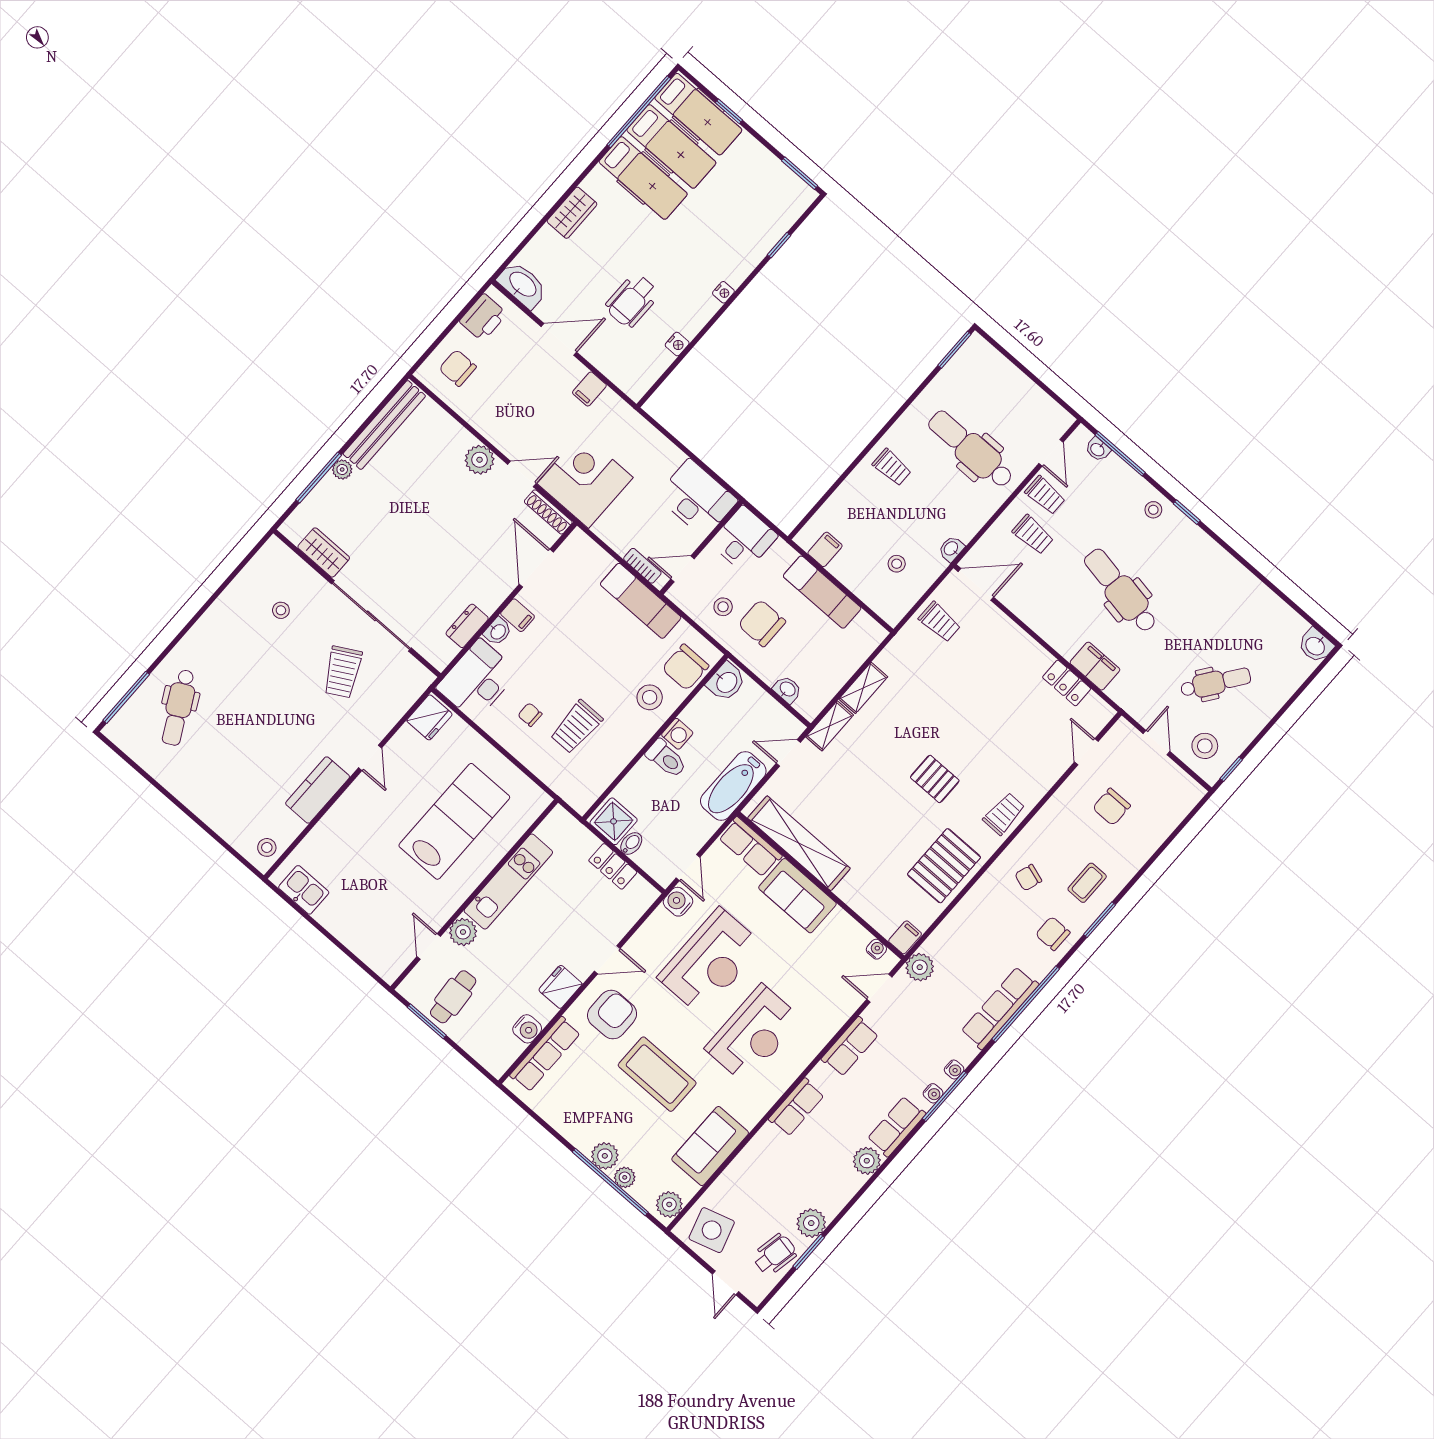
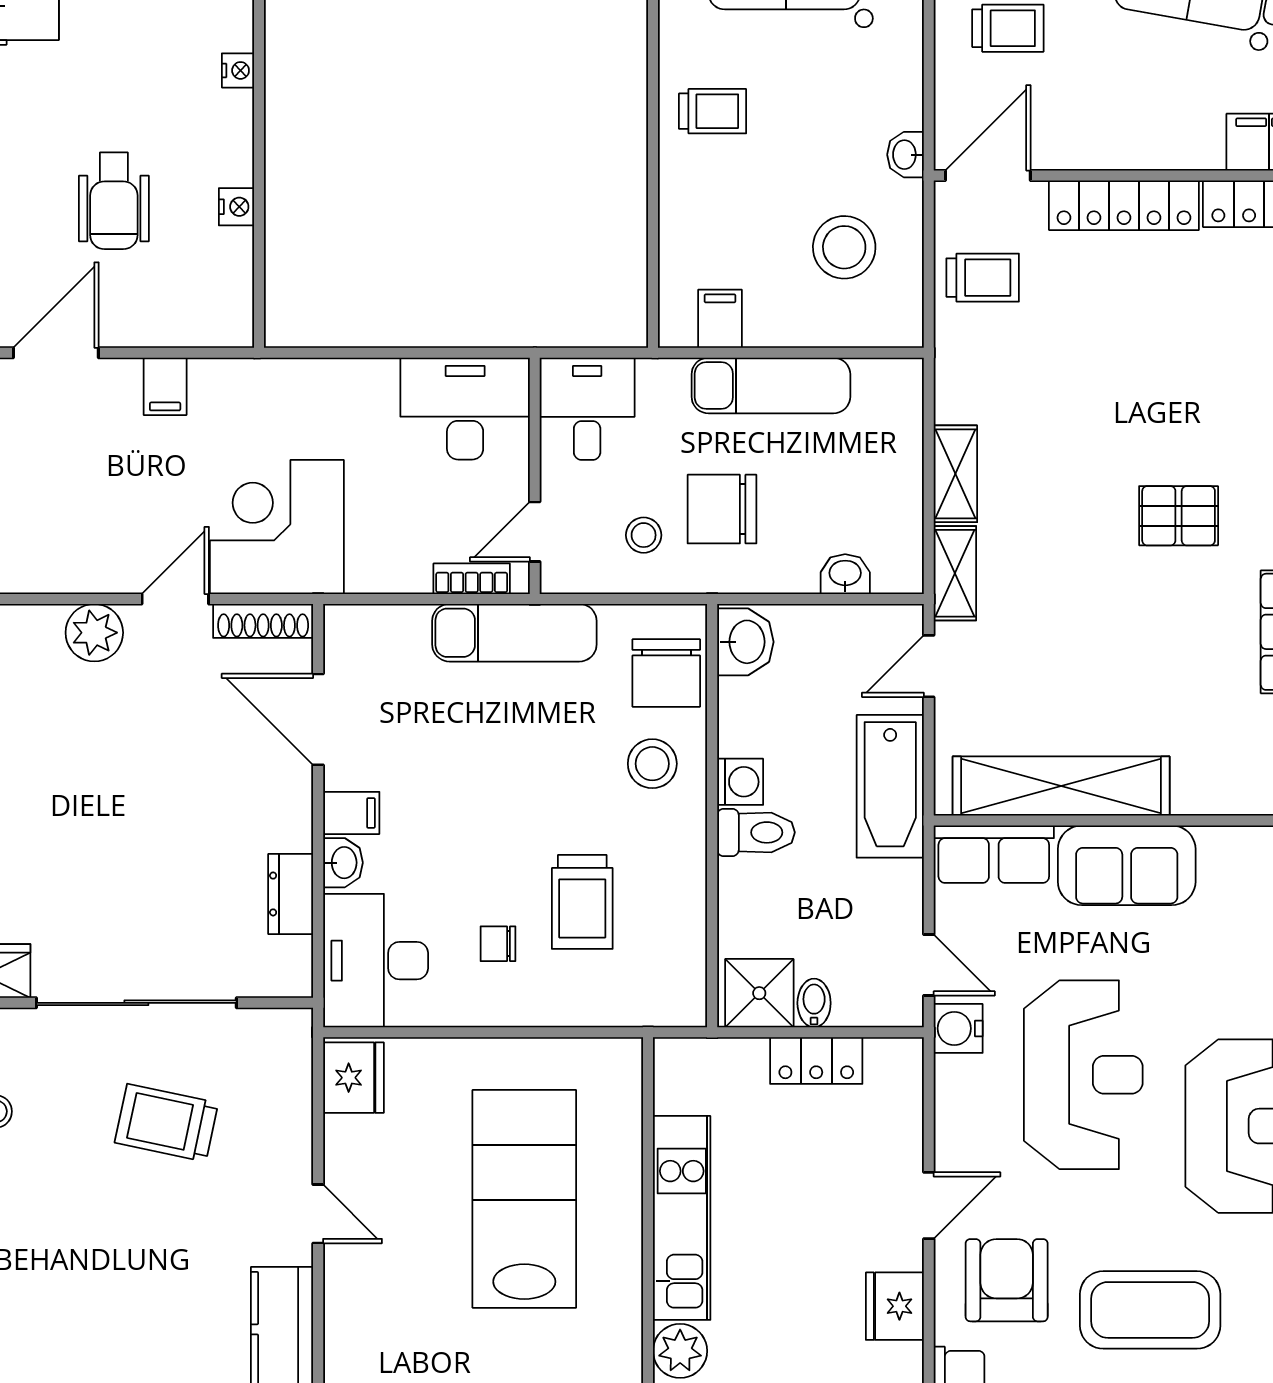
stool: (897, 564) -> (844, 247), width x1.89, depth x1.89
locker: (1018, 642) -> (1124, 205), added
trolley: (343, 672) -> (166, 1123), turned 131

